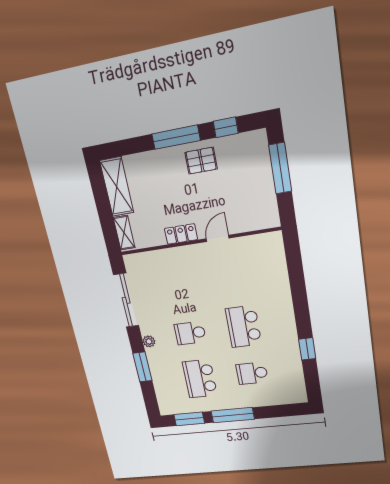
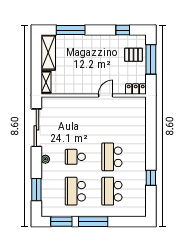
window: (176, 137) -> (71, 30), moved
pallet: (201, 161) -> (134, 55), moved
locker: (181, 234) -> (136, 89), moved
window: (142, 367) -> (36, 190), moved
school desk: (252, 373) -> (112, 191), width x1.85

